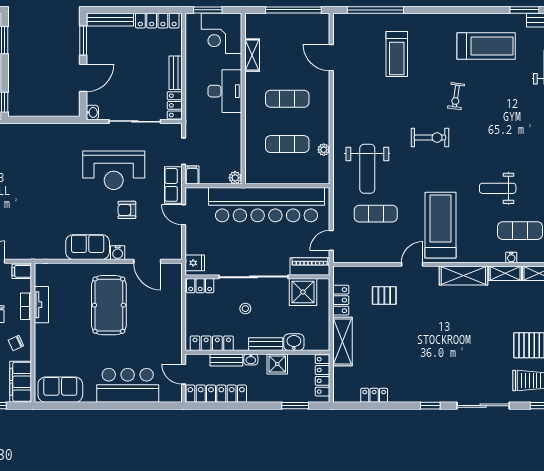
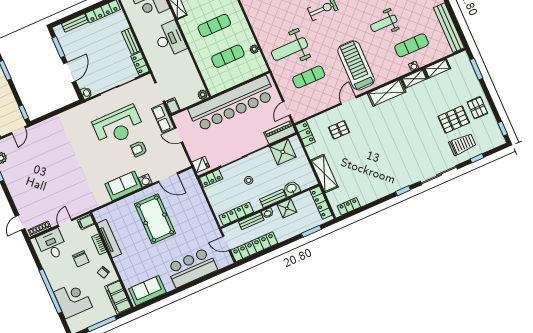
bench: (110, 20) -> (75, 23), width x0.73
weight bench: (367, 169) -> (290, 49), turned 90
locker: (341, 300) -> (305, 134), moved
tv unit: (41, 305) -> (109, 239), width x1.41
locker: (374, 395) -> (349, 206), moved

